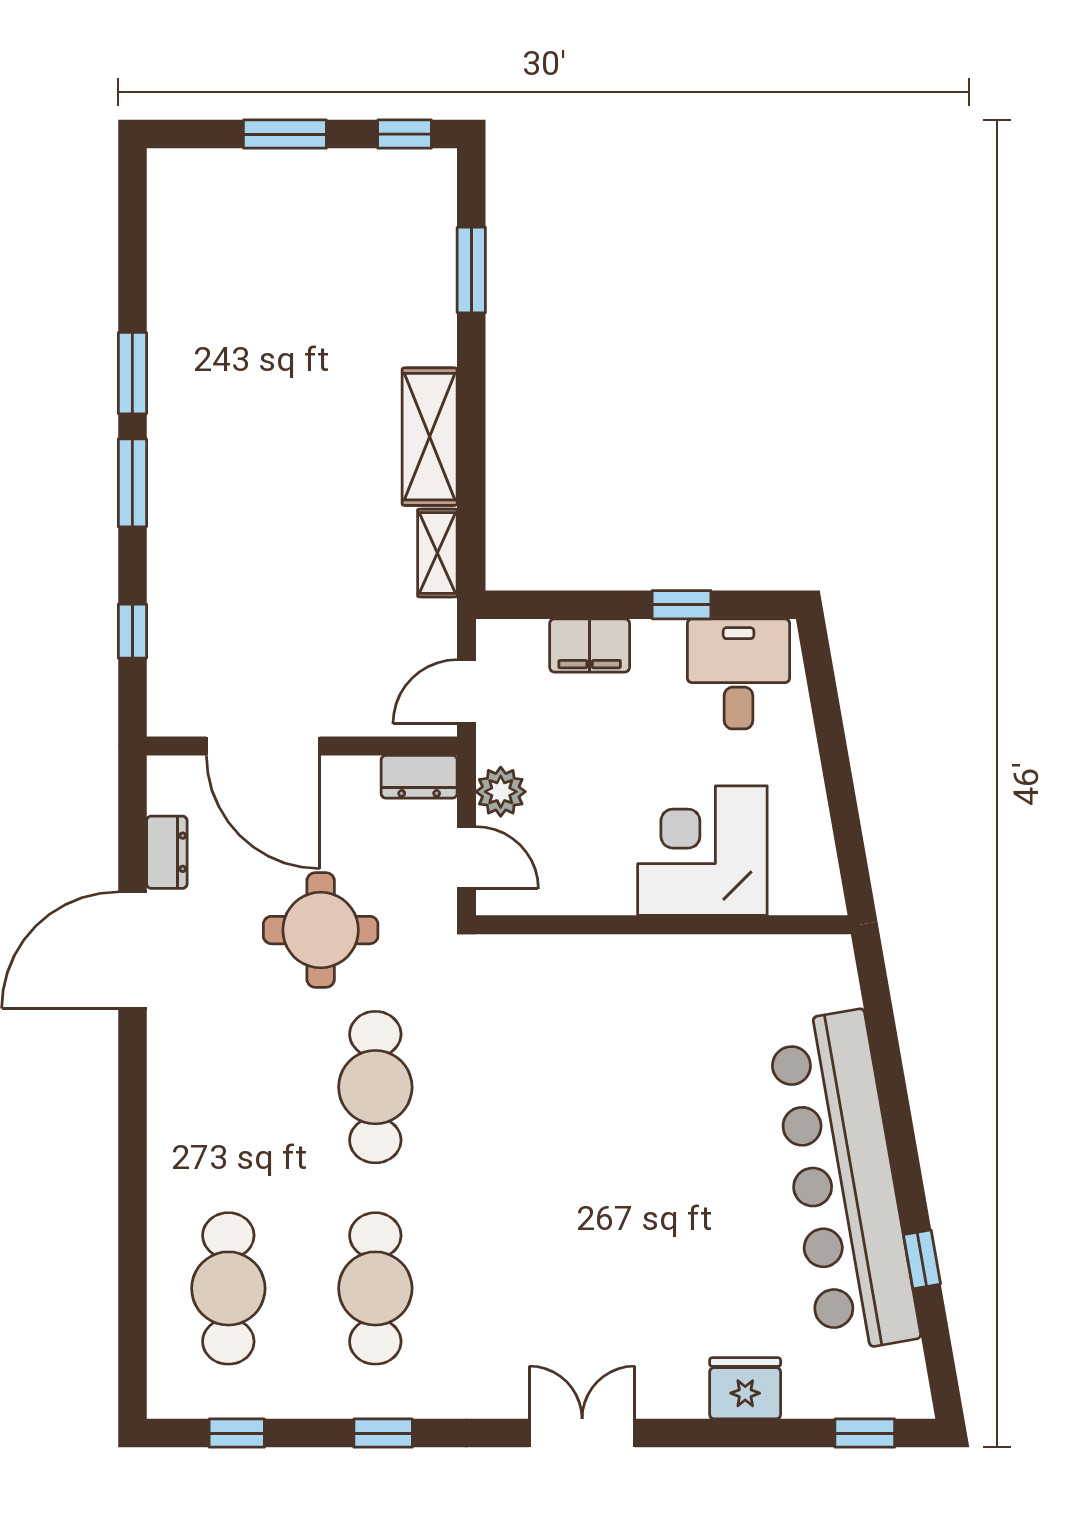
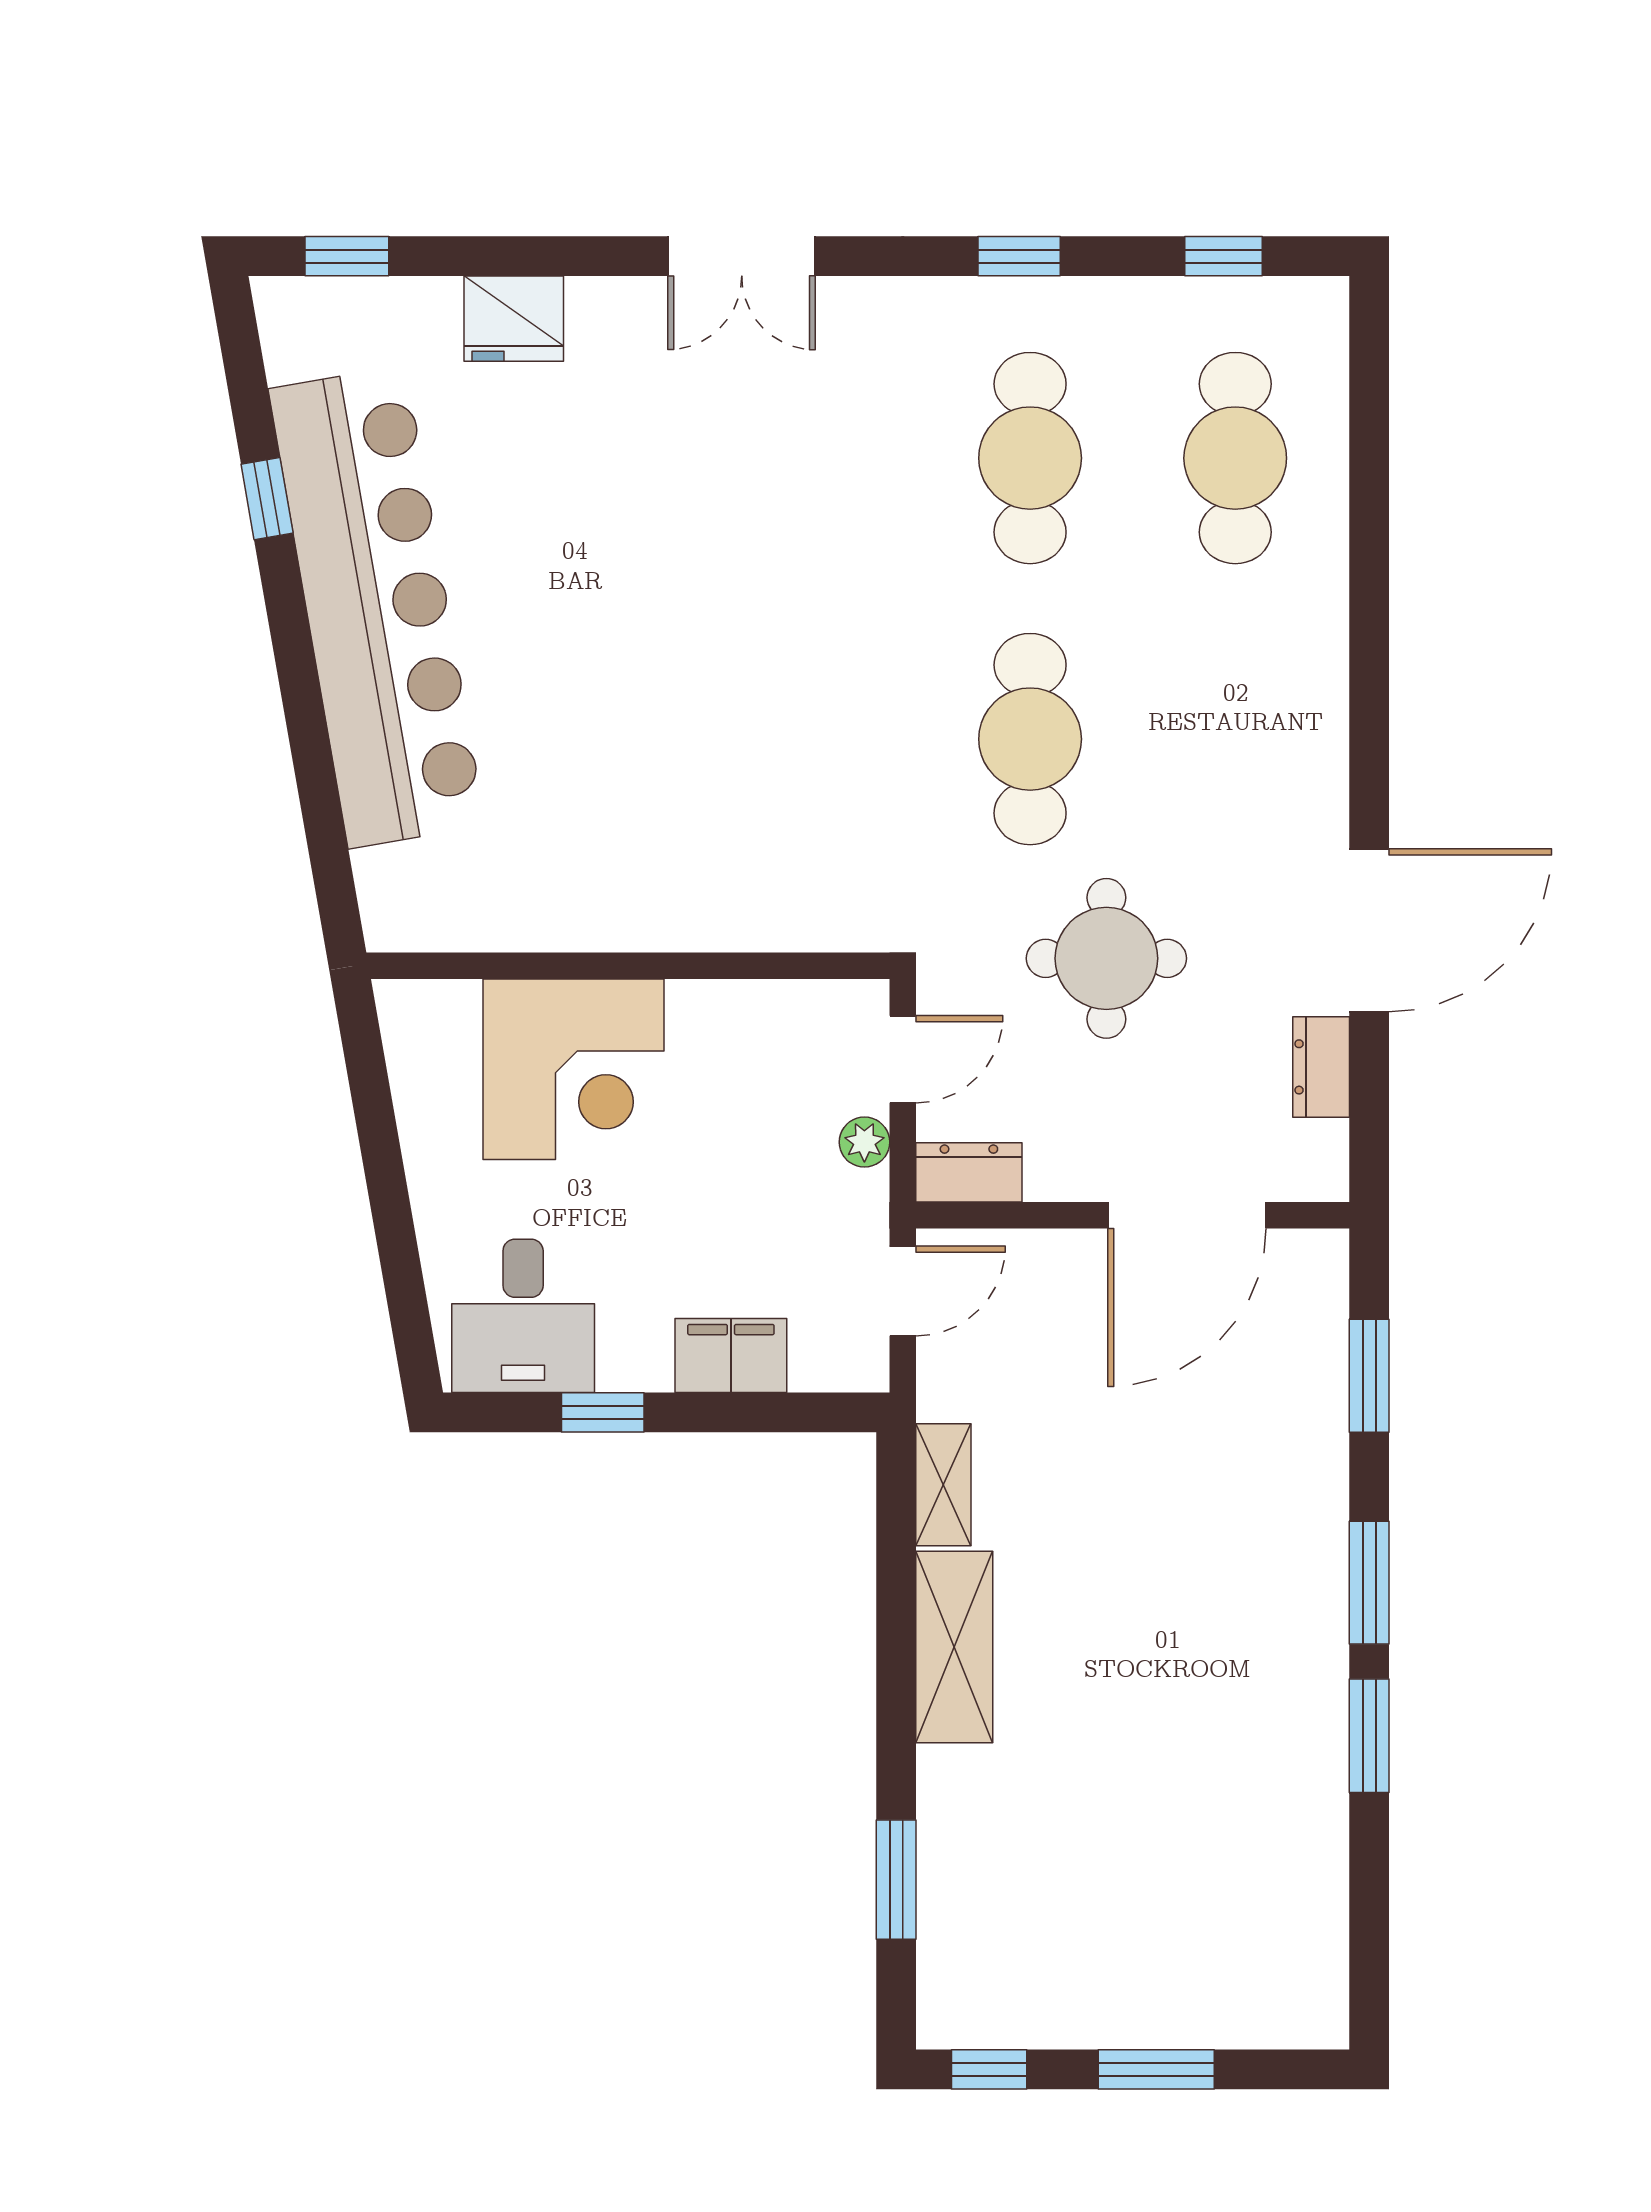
window: (132, 631) -> (1369, 1376), width x1.50
door: (263, 746) -> (1187, 1215), swing flipped
plant: (501, 792) -> (864, 1142), width x0.73, depth x0.73
door: (467, 858) -> (903, 1059), swing flipped

